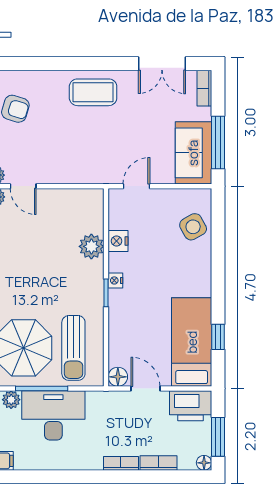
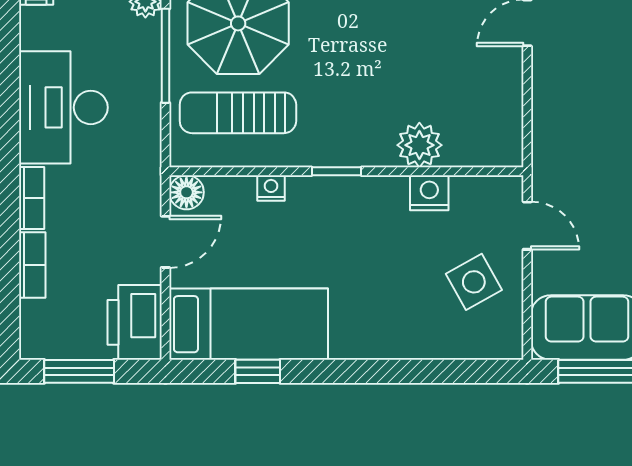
side table: (193, 227) -> (474, 282), moved
nightstand: (115, 280) -> (271, 188), moved
desk: (53, 415) -> (63, 107), moved, turned 180
floor lamp: (204, 463) -> (33, 346), removed

